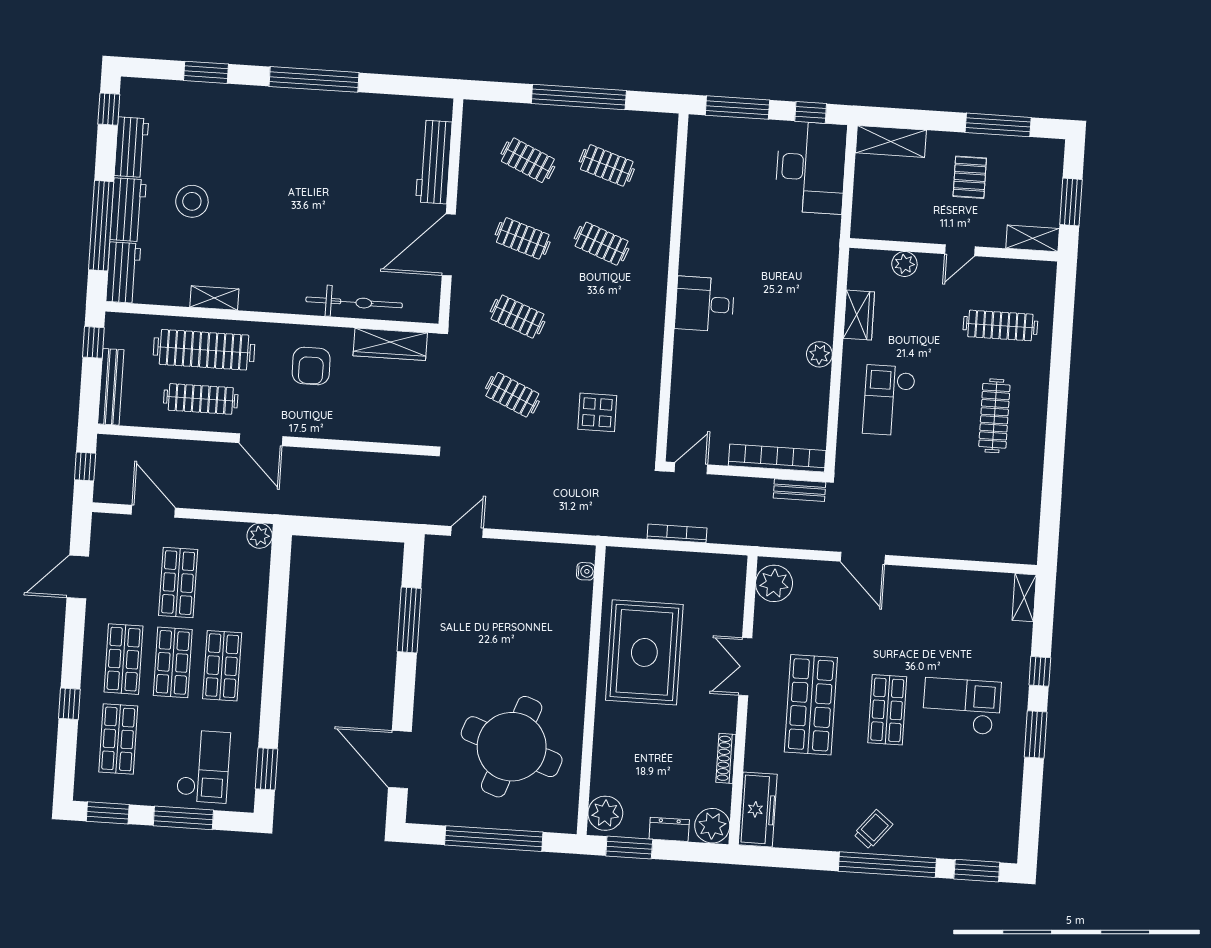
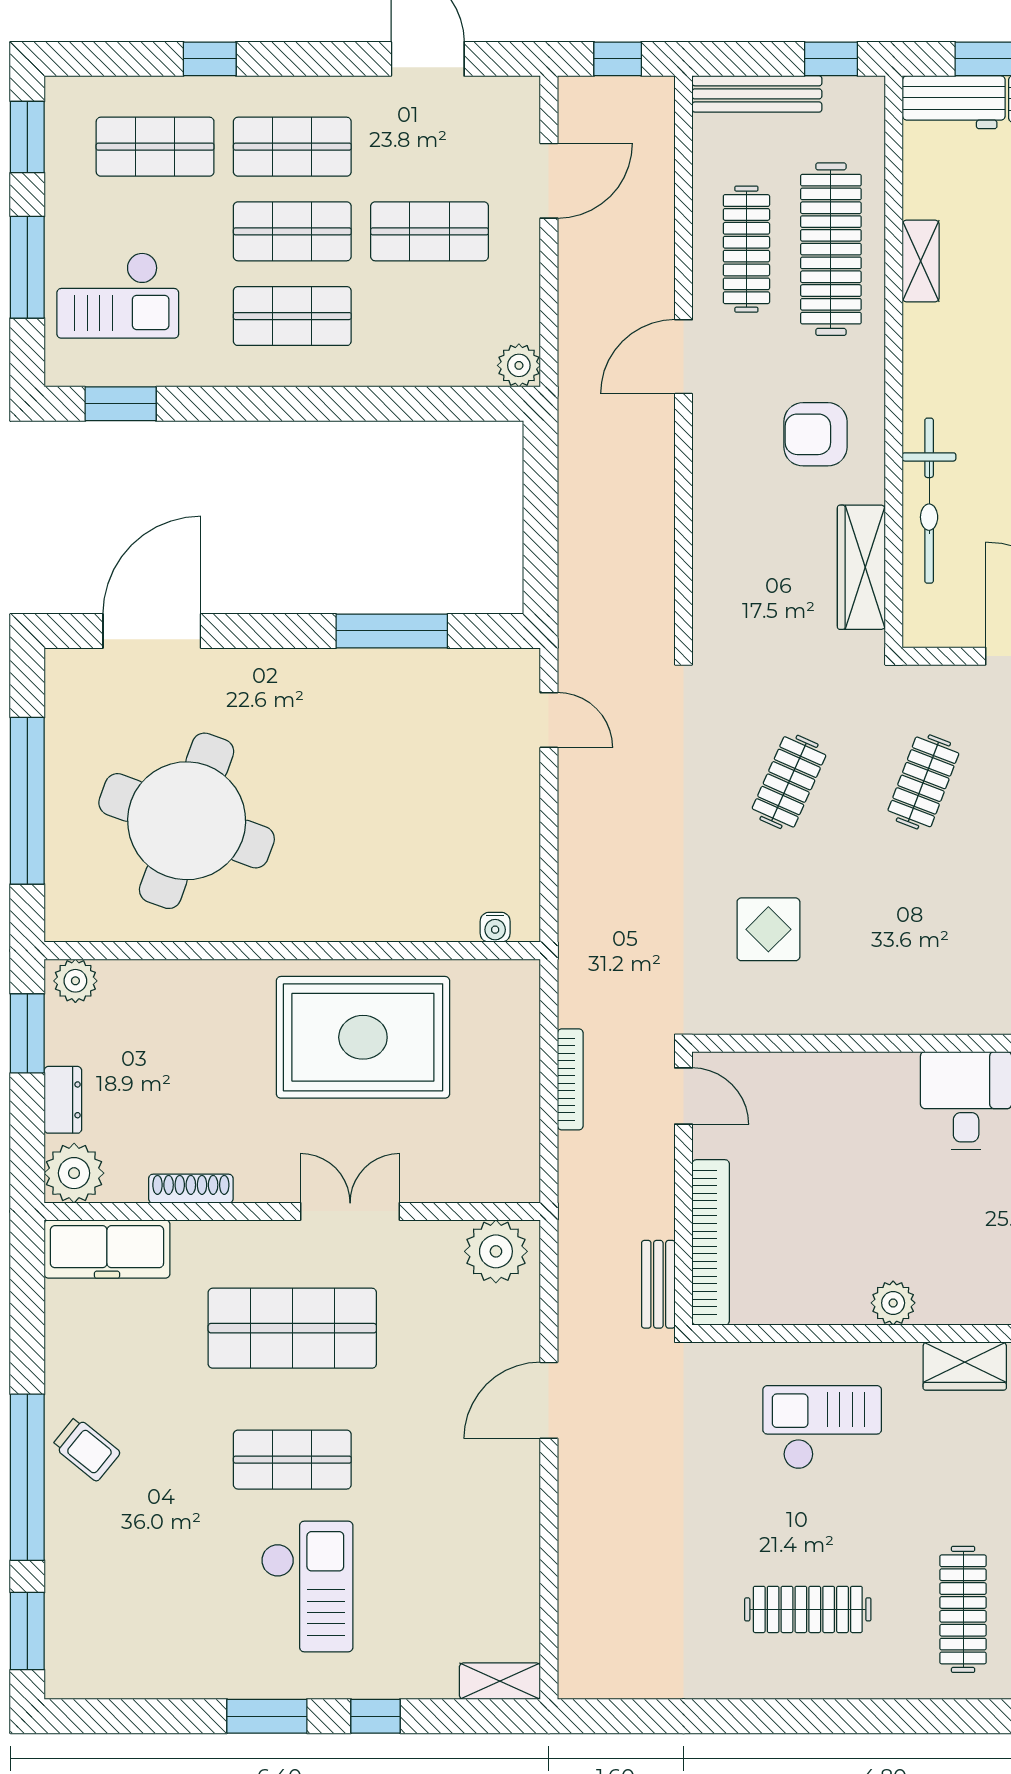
plant: (605, 813) -> (75, 981), width x0.73, depth x0.73

